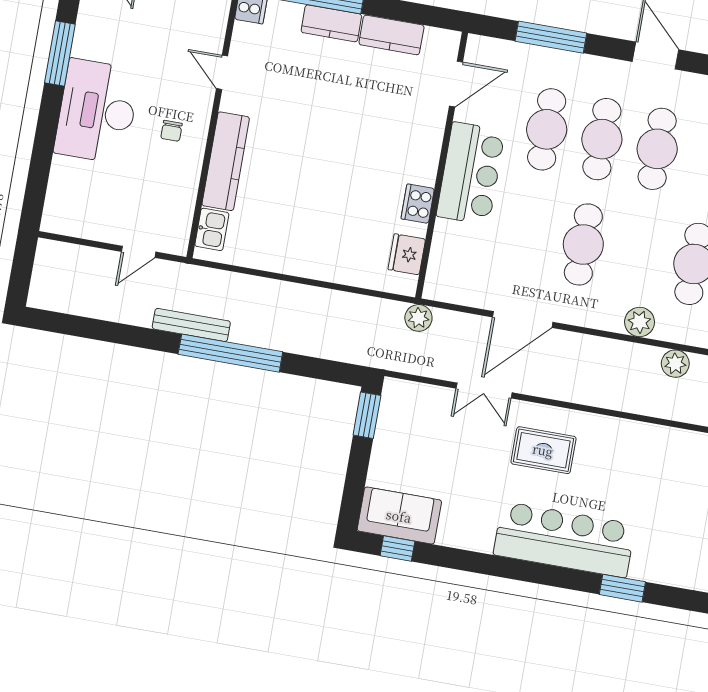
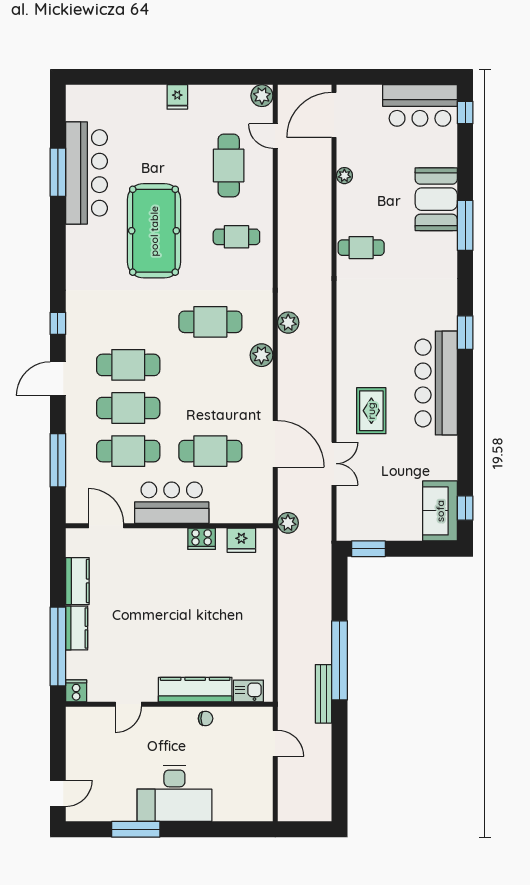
chair: (171, 131) -> (206, 718), moved
cafe table: (583, 244) -> (210, 451), moved

